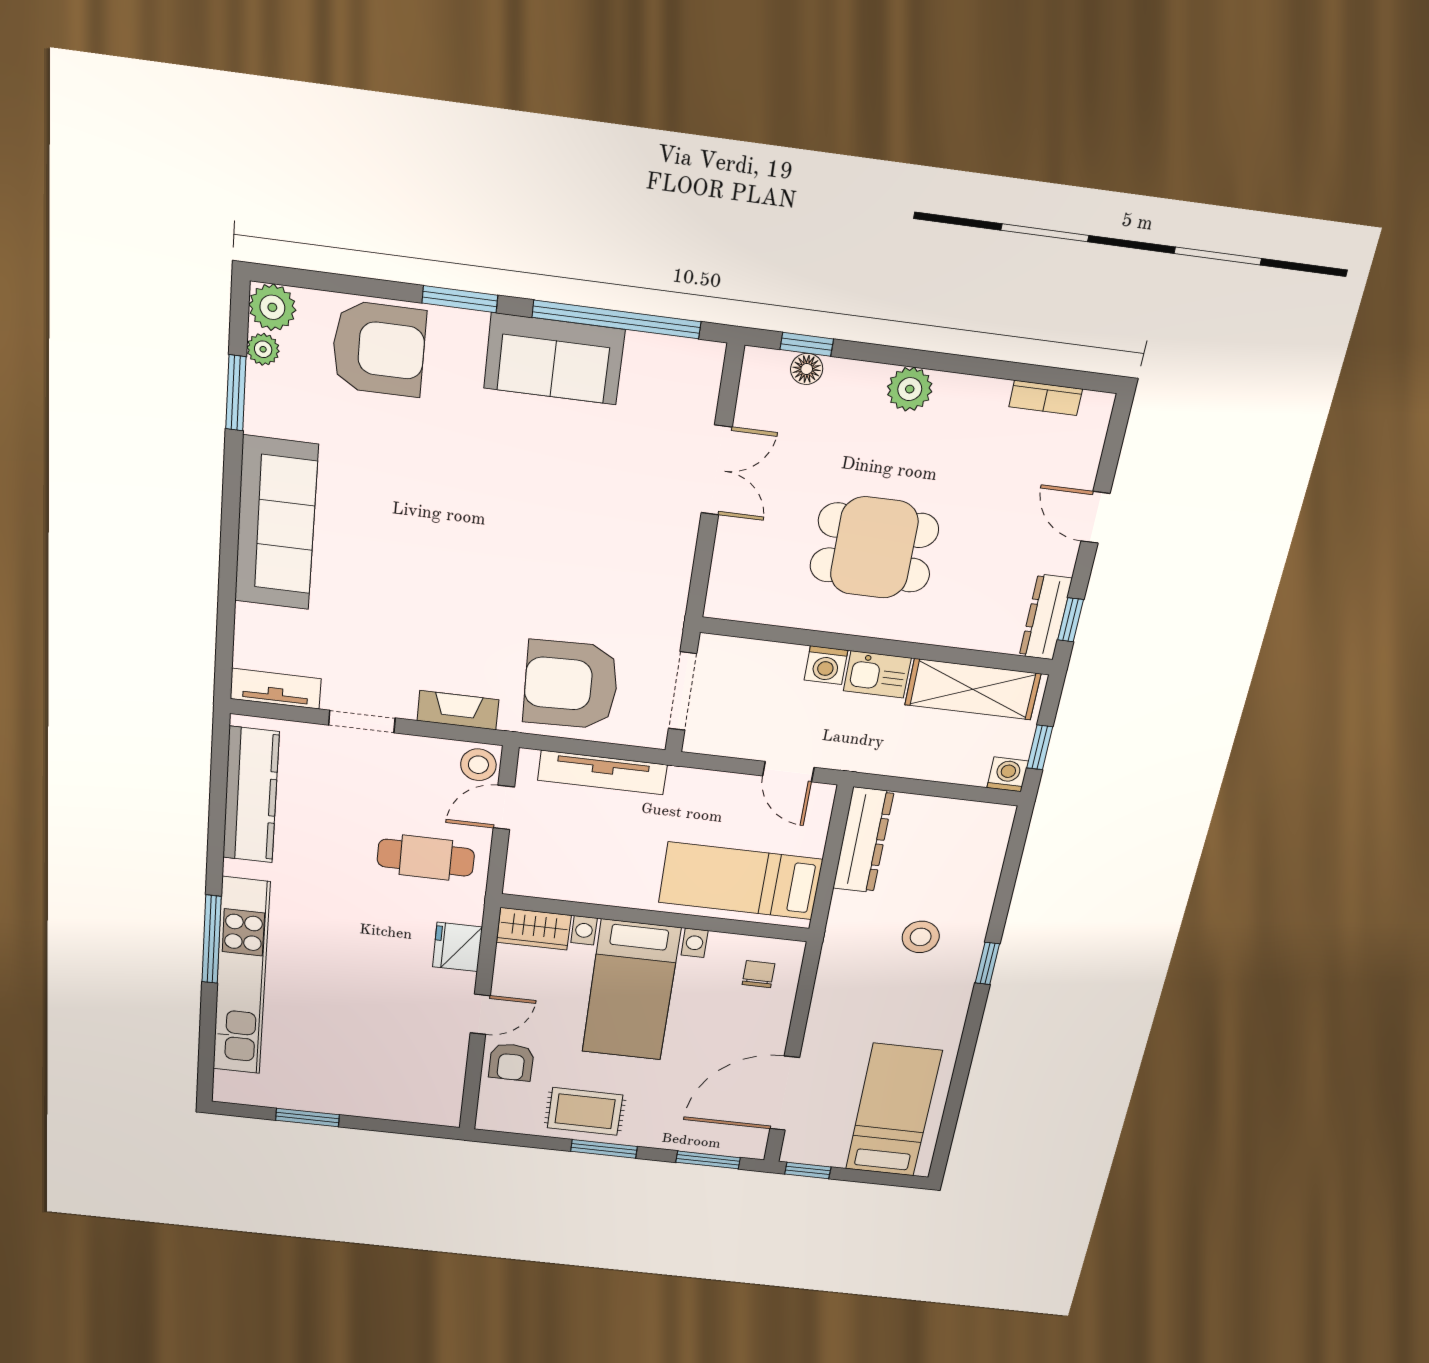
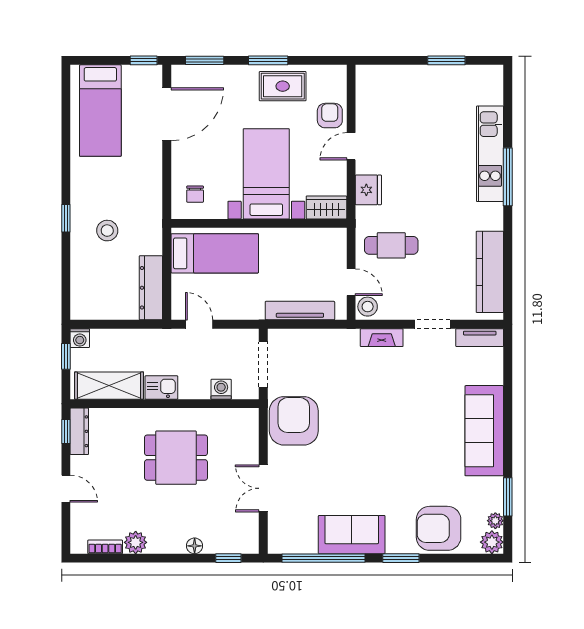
floor lamp: (807, 369) -> (195, 546), moved
plant: (910, 389) -> (136, 542), moved
washing machine: (826, 665) -> (221, 389), moved
armchair: (571, 685) -> (294, 421), moved, turned -88
door: (504, 808) -> (351, 282), hinge flipped
kitchen unit: (241, 977) -> (490, 154), width x0.73

